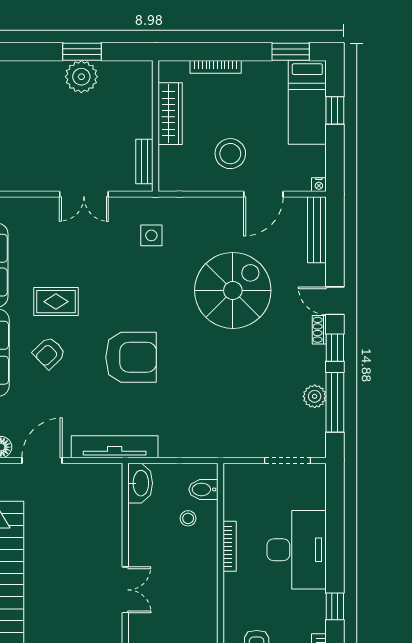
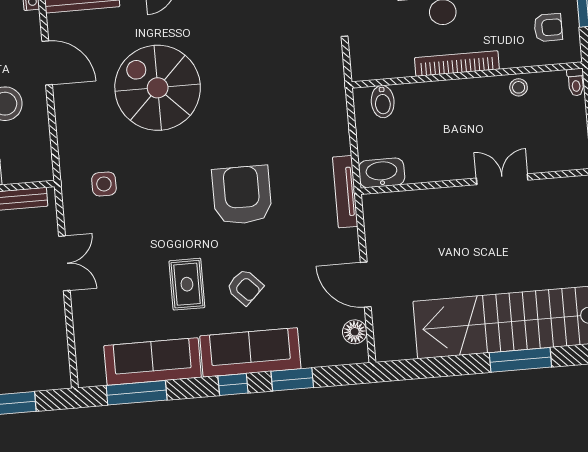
tv unit: (115, 447) -> (345, 192), width x0.73, depth x0.78
stool: (188, 518) -> (519, 87), moved
bookcase: (230, 546) -> (457, 63), width x1.48, depth x1.31

